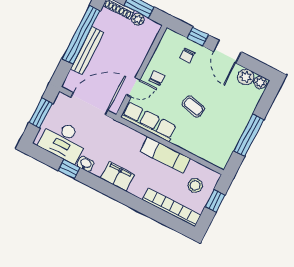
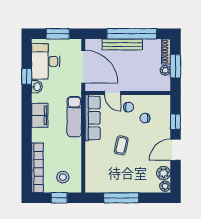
chair: (187, 55) -> (145, 118), moved
exam couch: (165, 155) -> (74, 117), moved

